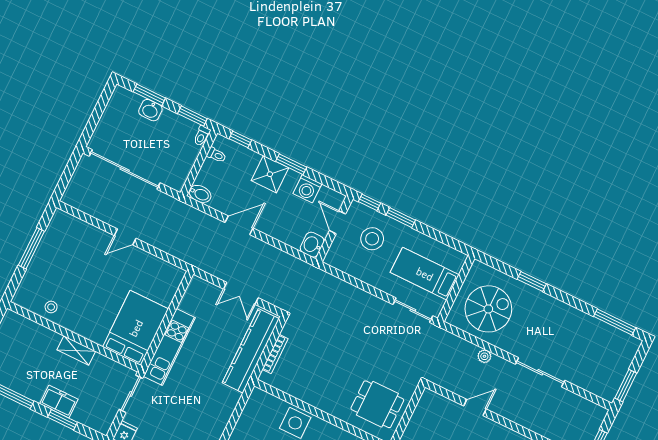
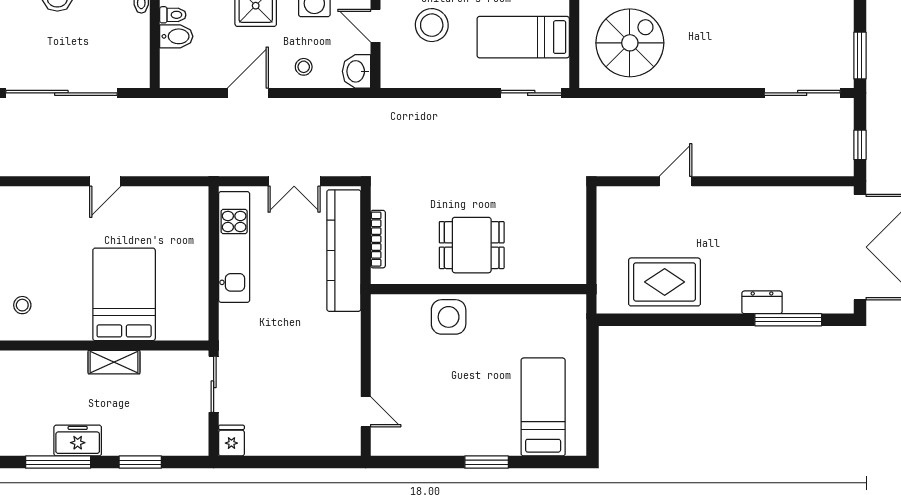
bidet: (200, 194) -> (176, 36), moved
stool: (281, 226) -> (304, 67), added
stool: (51, 307) -> (22, 305), moved
bed: (136, 328) -> (124, 294), moved
kitchen unit: (169, 347) -> (234, 247), moved
plant: (484, 356) -> (655, 108), removed
sliding door: (540, 372) -> (802, 93), moved
freezer: (59, 402) -> (78, 441), moved
dining table: (377, 404) -> (472, 245), moved

